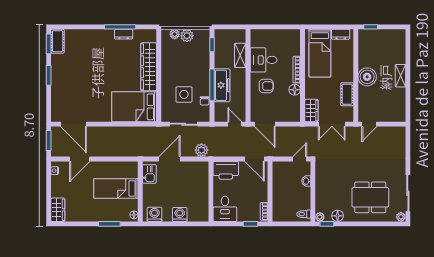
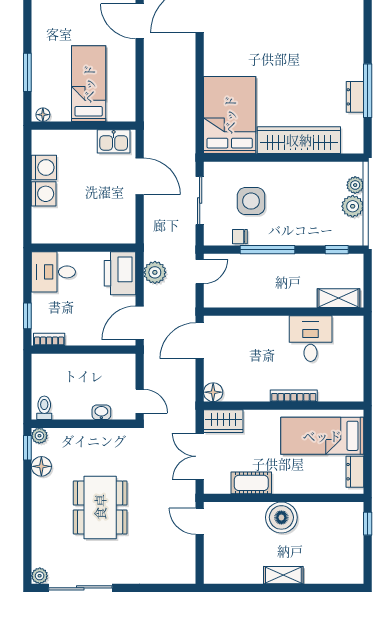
shelving: (240, 55) -> (339, 298), moved
freezer: (222, 85) -> (267, 267), removed
armchair: (266, 86) -> (266, 343), removed
floor lamp: (295, 90) -> (213, 392), moved
door: (235, 124) -> (200, 272), moved
plant: (201, 150) -> (155, 272), moved
dining table: (370, 197) -> (100, 507), moved
washing machine: (154, 214) -> (44, 167), moved

